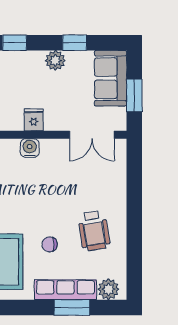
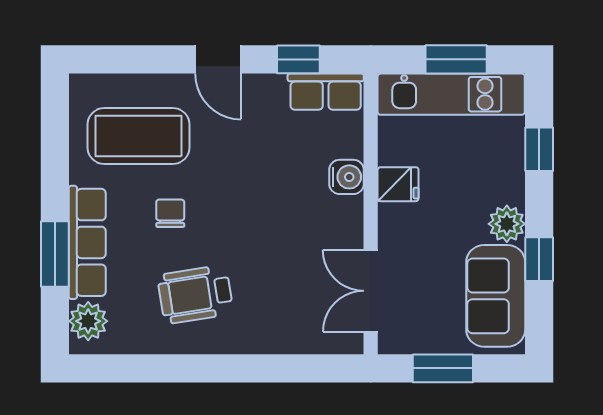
sofa: (111, 78) -> (496, 296), moved, turned -90

